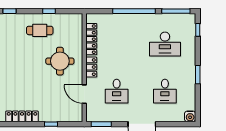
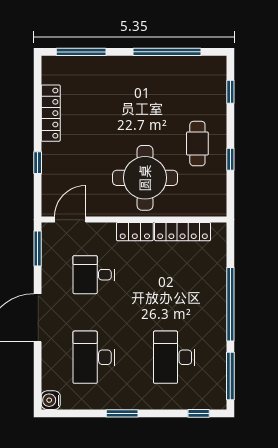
round table: (60, 61) -> (145, 178), width x1.36, depth x1.36
desk: (165, 91) -> (94, 357), width x1.37
door: (84, 94) -> (70, 220), moved

